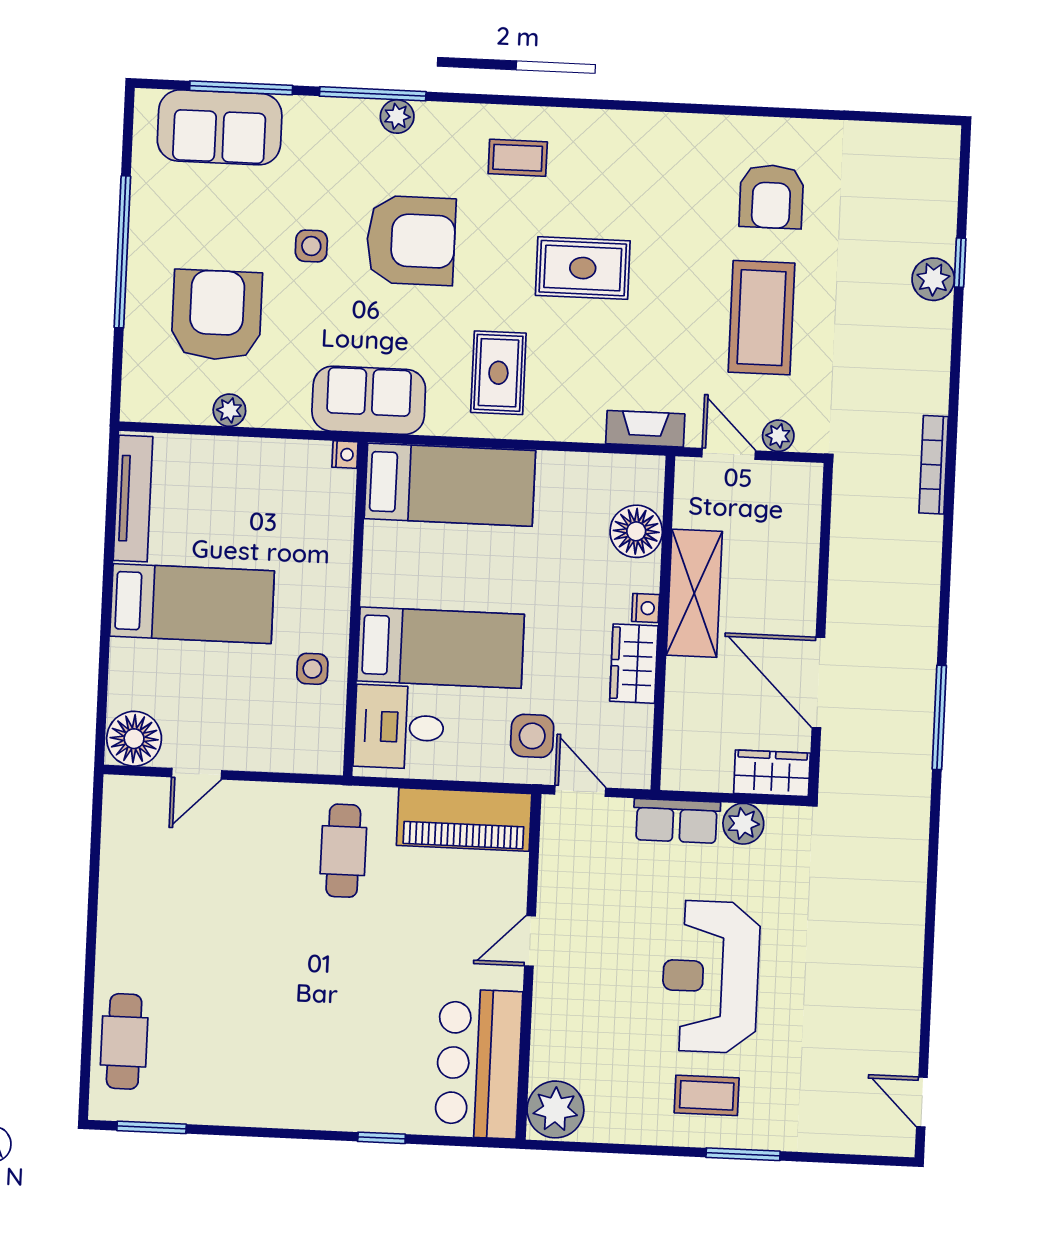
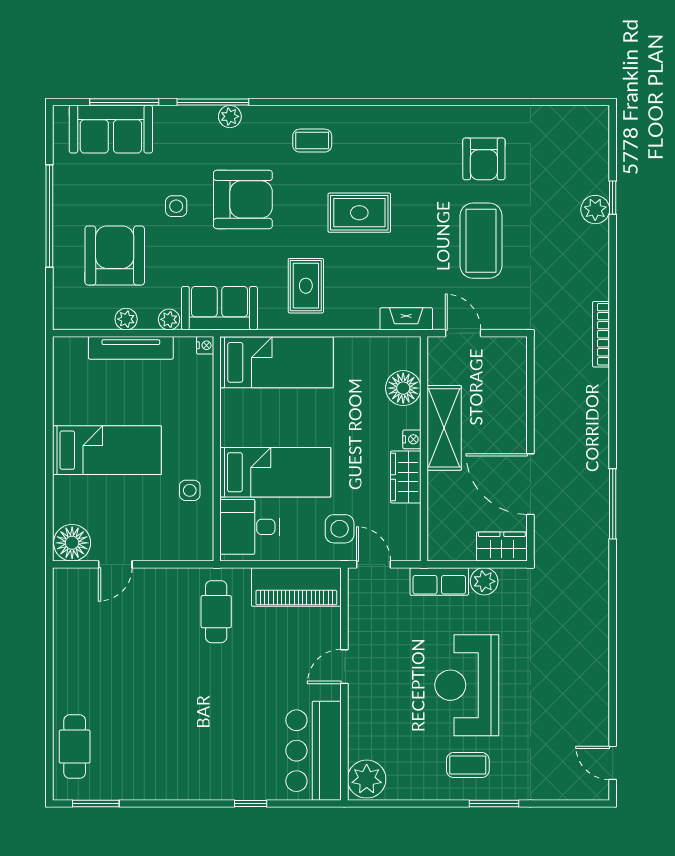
plant: (778, 436) -> (169, 319), moved
tv unit: (133, 499) -> (131, 348), moved, turned 90

